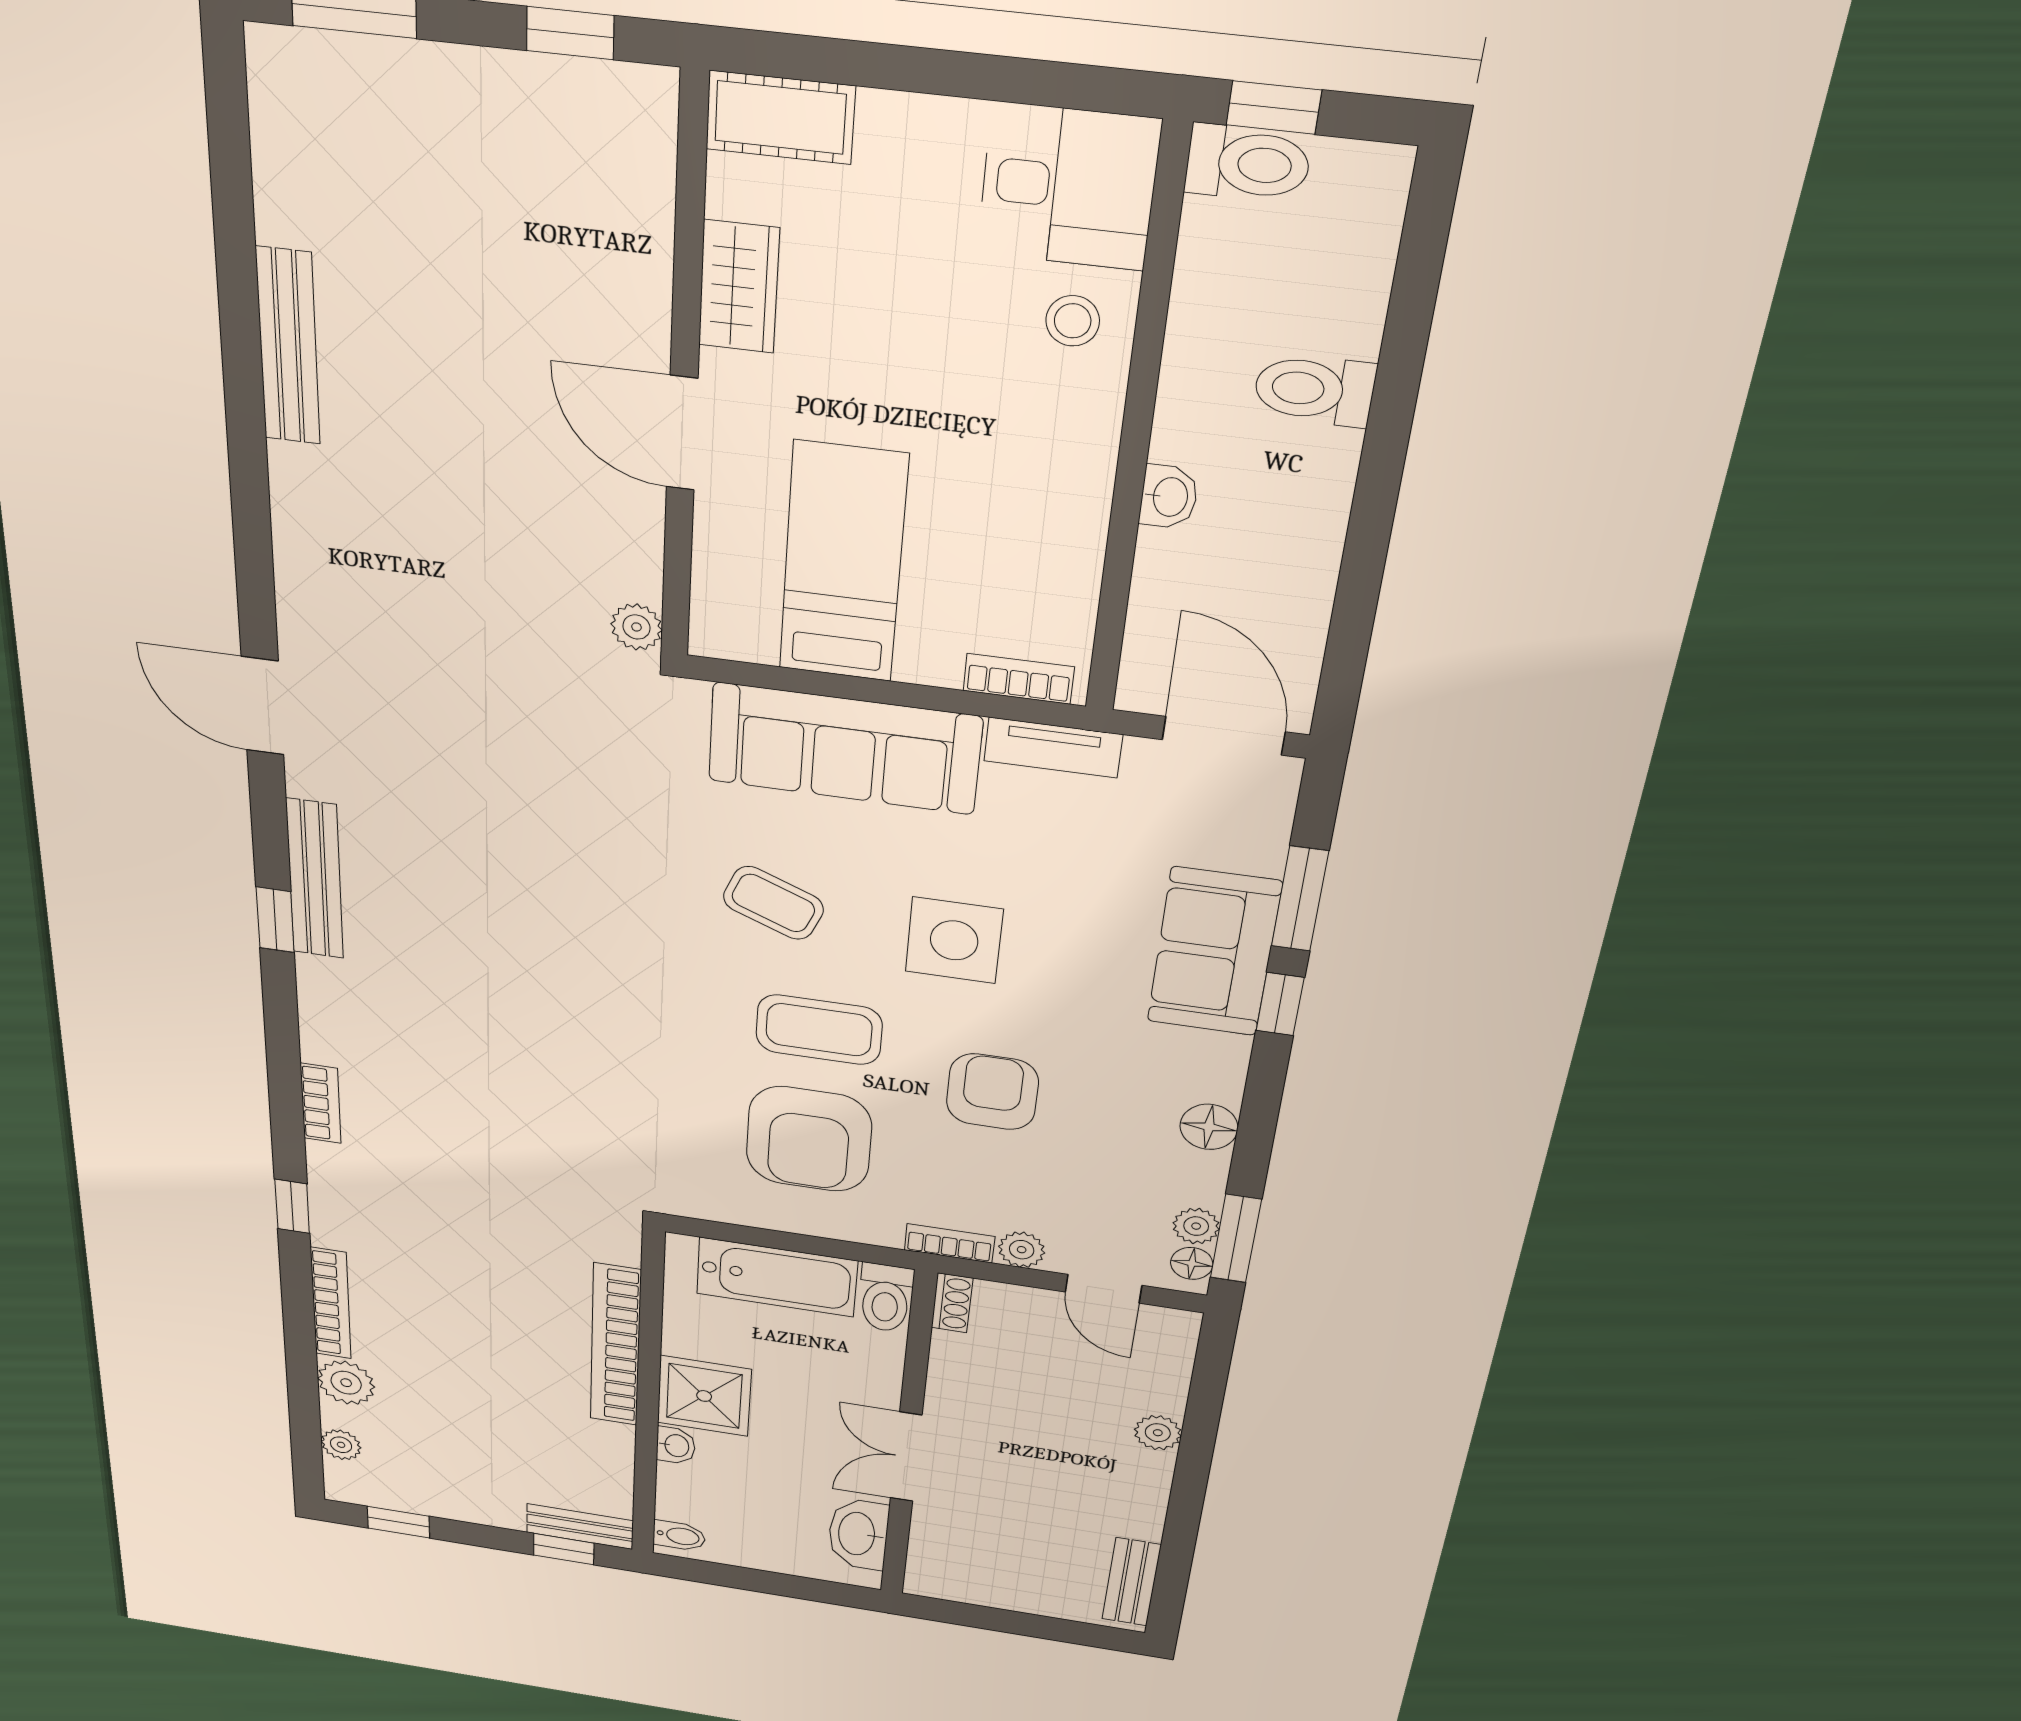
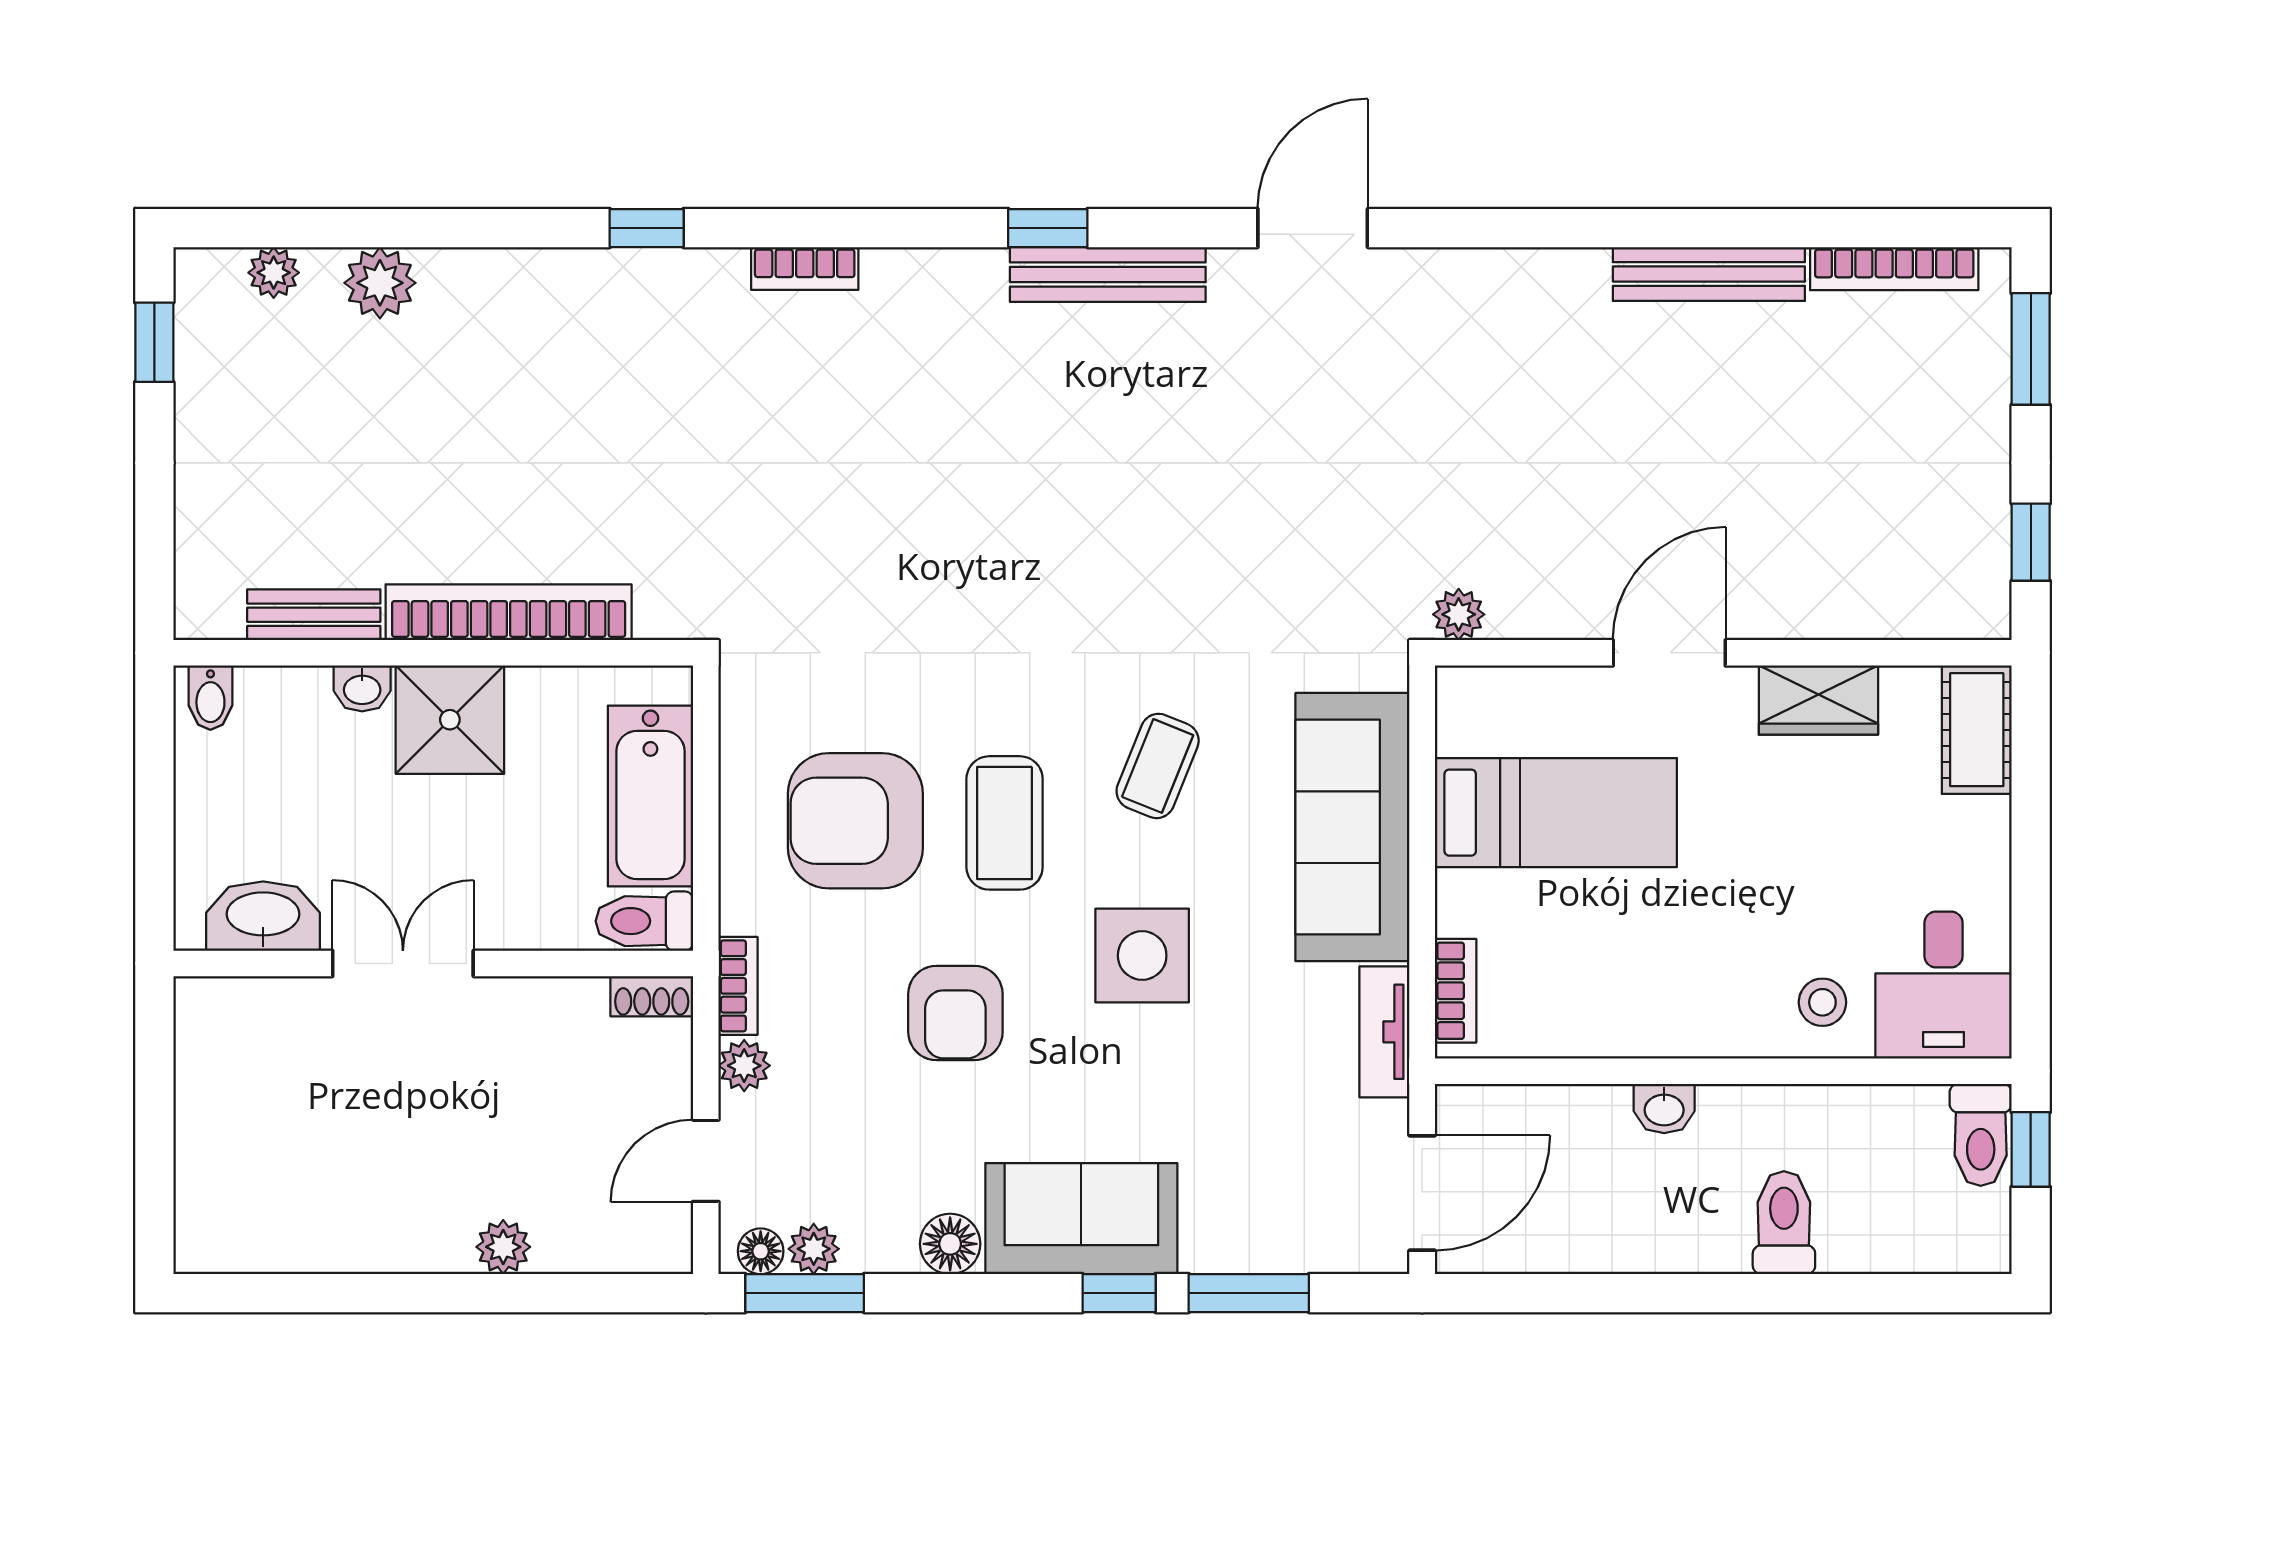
sofa: (1214, 952) -> (1081, 1219), moved
armchair: (992, 1092) -> (955, 1013), turned 90
bookcase: (331, 1303) -> (1894, 269), moved
bench: (580, 1526) -> (314, 615), moved, turned 90
window: (564, 1549) -> (154, 553), removed
bench: (1132, 1582) -> (256, 1247), removed

